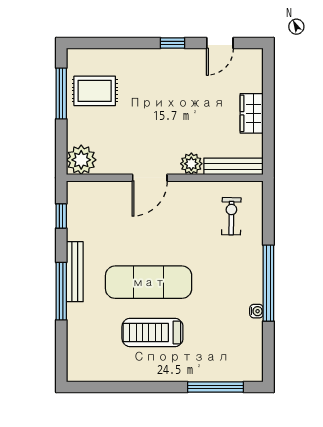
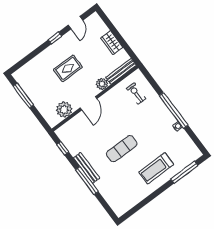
rug: (95, 91) -> (68, 68), moved
plant: (81, 160) -> (64, 110), moved
exercise mat: (149, 282) -> (122, 149), width x0.73, depth x0.69
treadmill: (152, 332) -> (156, 168), moved

